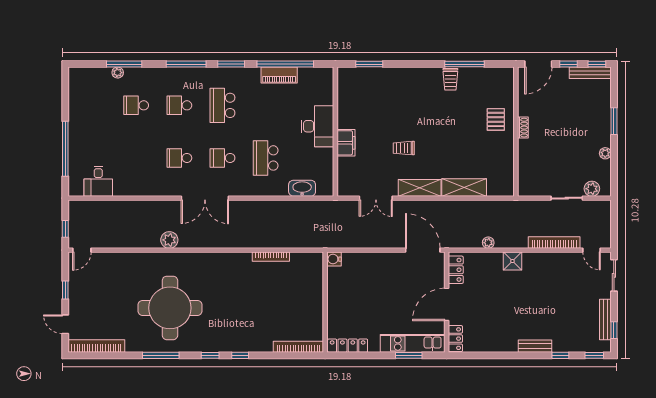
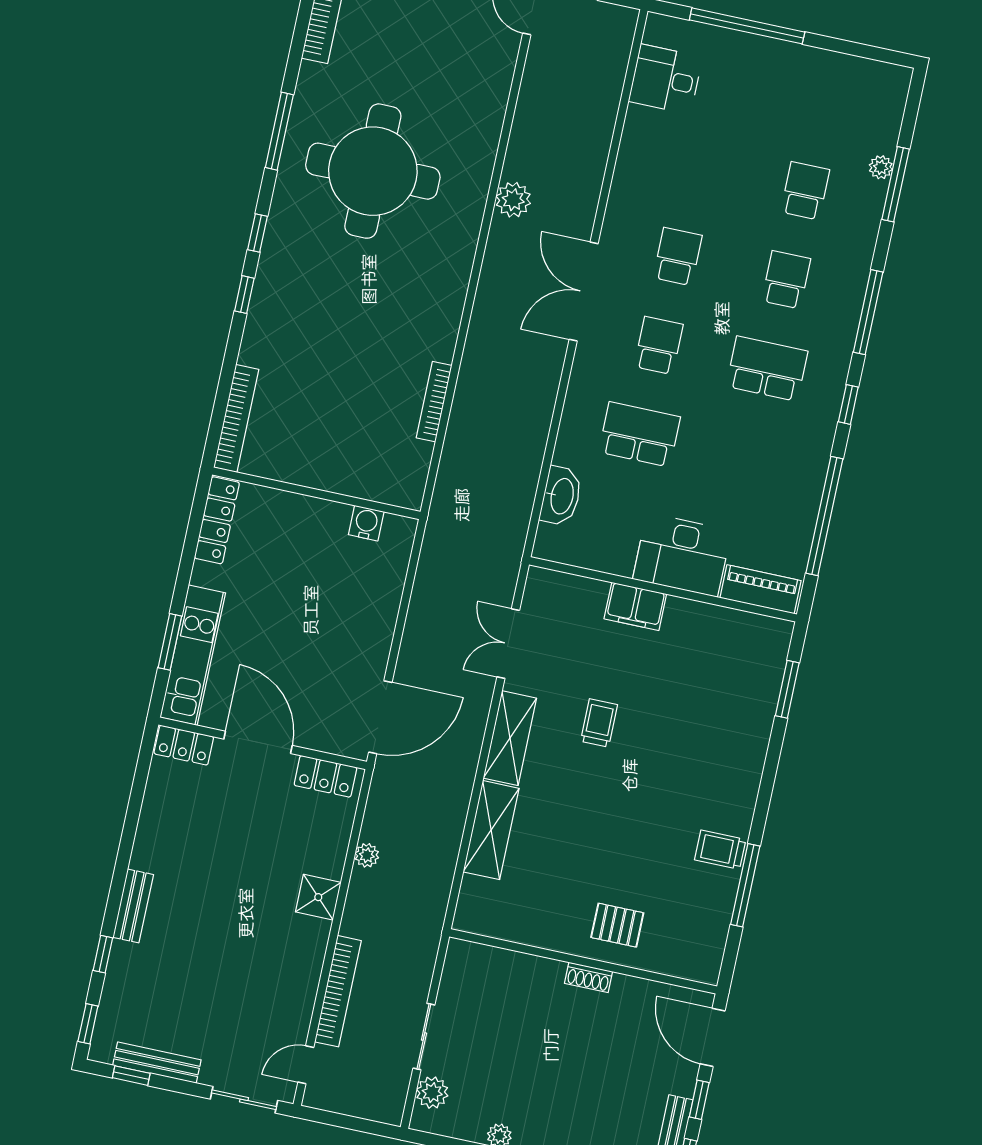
window: (231, 64) -> (848, 404), width x0.67
piano: (279, 75) -> (761, 589), moved, turned 90
water cooler: (334, 259) -> (366, 523), moved

